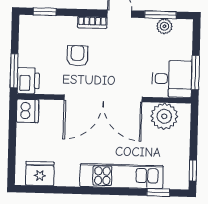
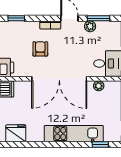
plant: (164, 26) -> (90, 26), moved
plant: (164, 116) -> (99, 86), width x0.53, depth x0.53

